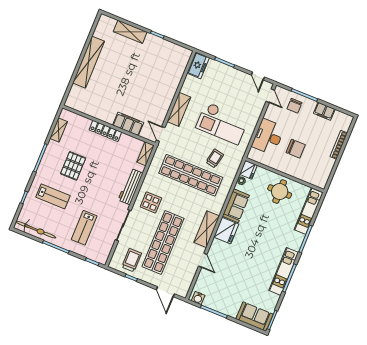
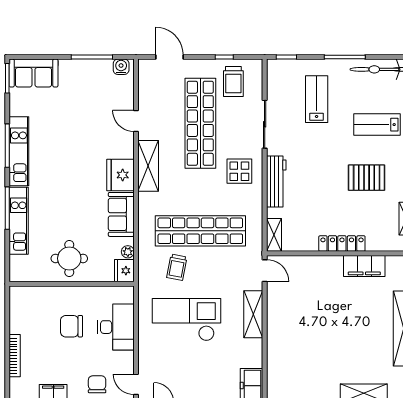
filing cabinet: (128, 124) -> (364, 266), moved
pallet: (73, 166) -> (367, 178), turned 90
kitchen unit: (309, 211) -> (19, 221), moved

